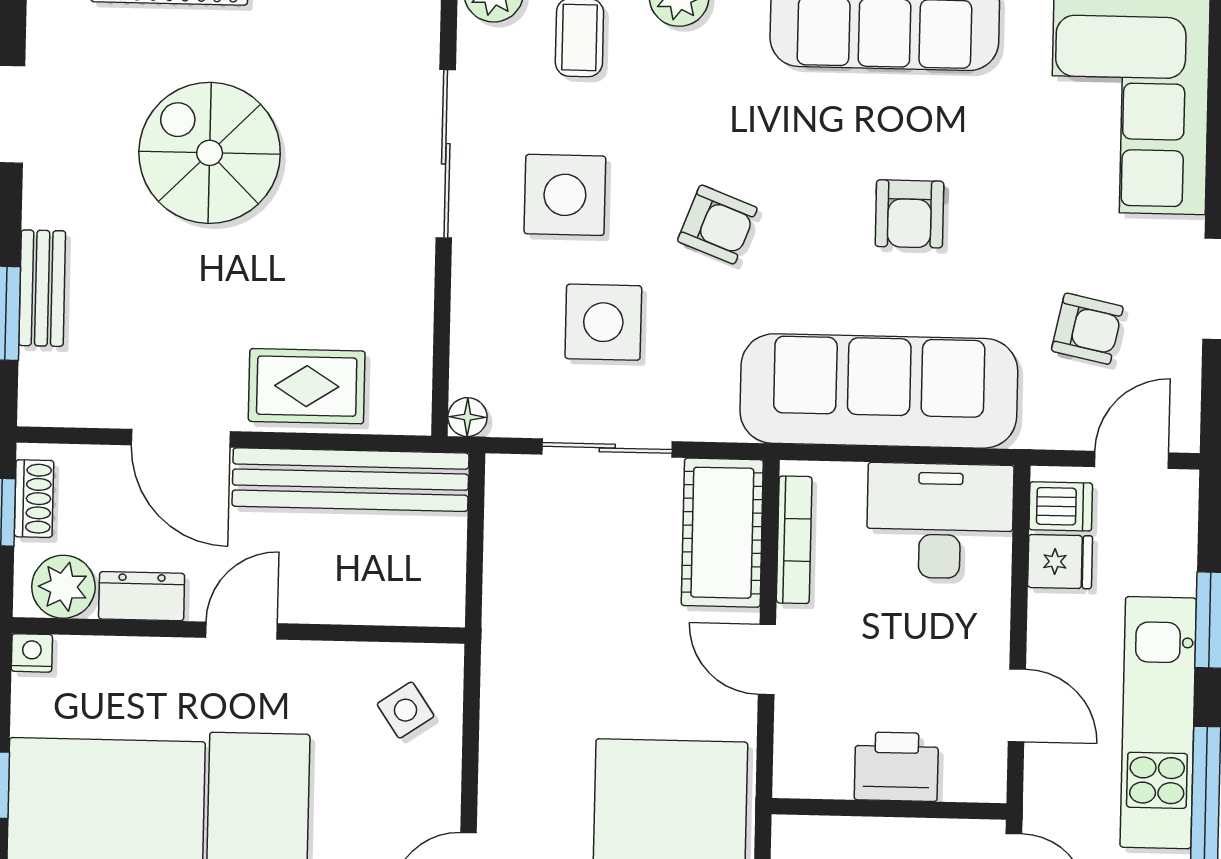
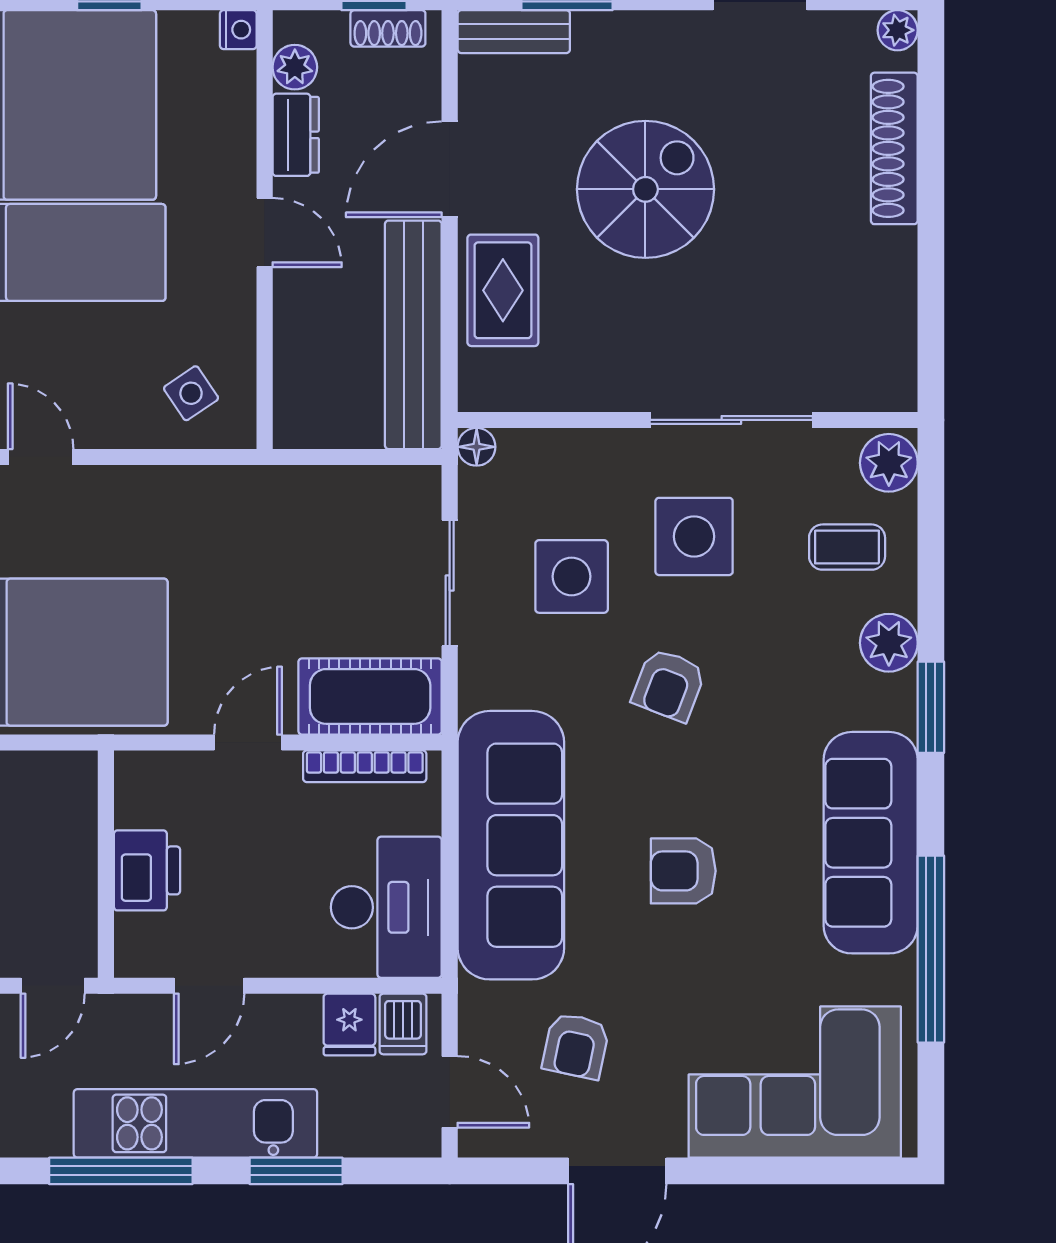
spiral stairs: (210, 153) -> (645, 189), moved
bench: (42, 288) -> (514, 32), moved
plant: (63, 587) -> (295, 67), width x0.73, depth x0.73

